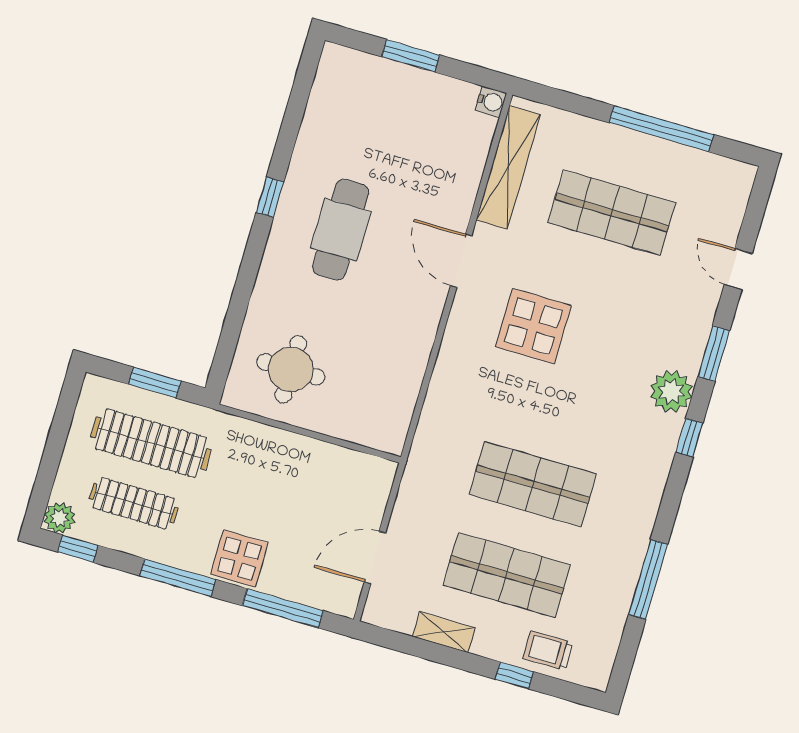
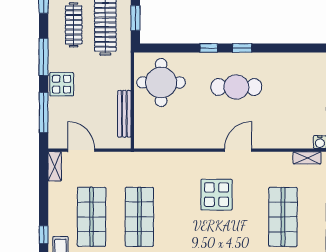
shelving: (508, 167) -> (307, 158), width x0.45, depth x0.75
window: (252, 260) -> (209, 48), added
round table: (291, 369) -> (161, 82), width x1.36, depth x1.36
bench: (330, 456) -> (124, 114), added
shelving: (444, 632) -> (55, 166), moved

